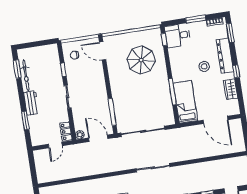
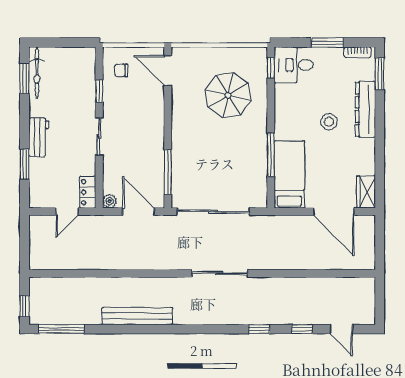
window: (236, 71) -> (380, 138), removed
bicycle: (26, 75) -> (37, 73), moved
wardrobe: (231, 89) -> (366, 192), moved

